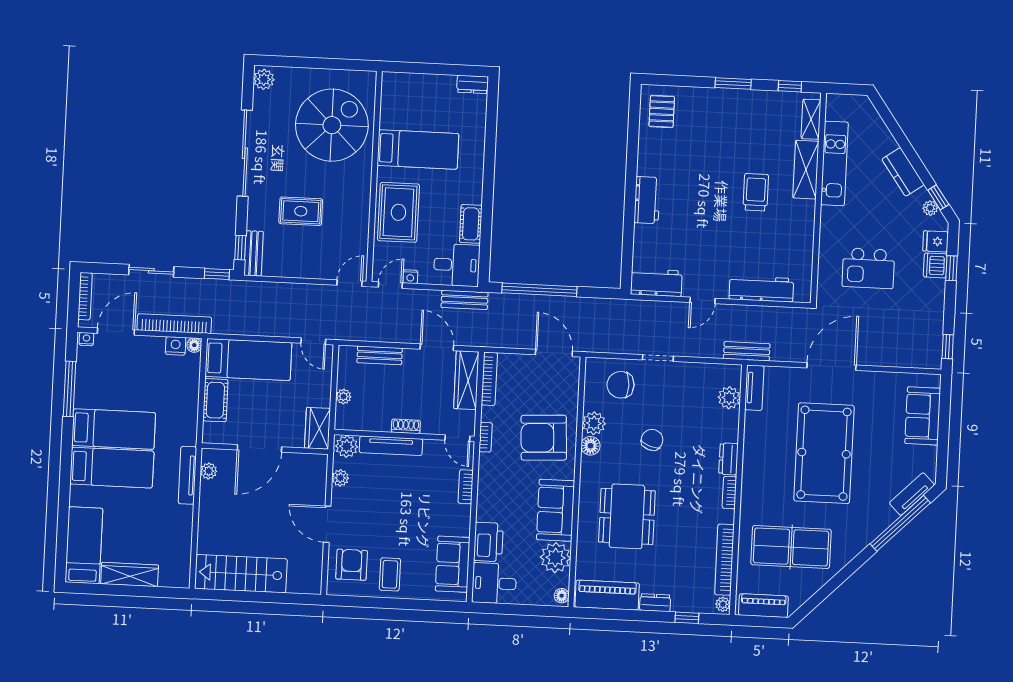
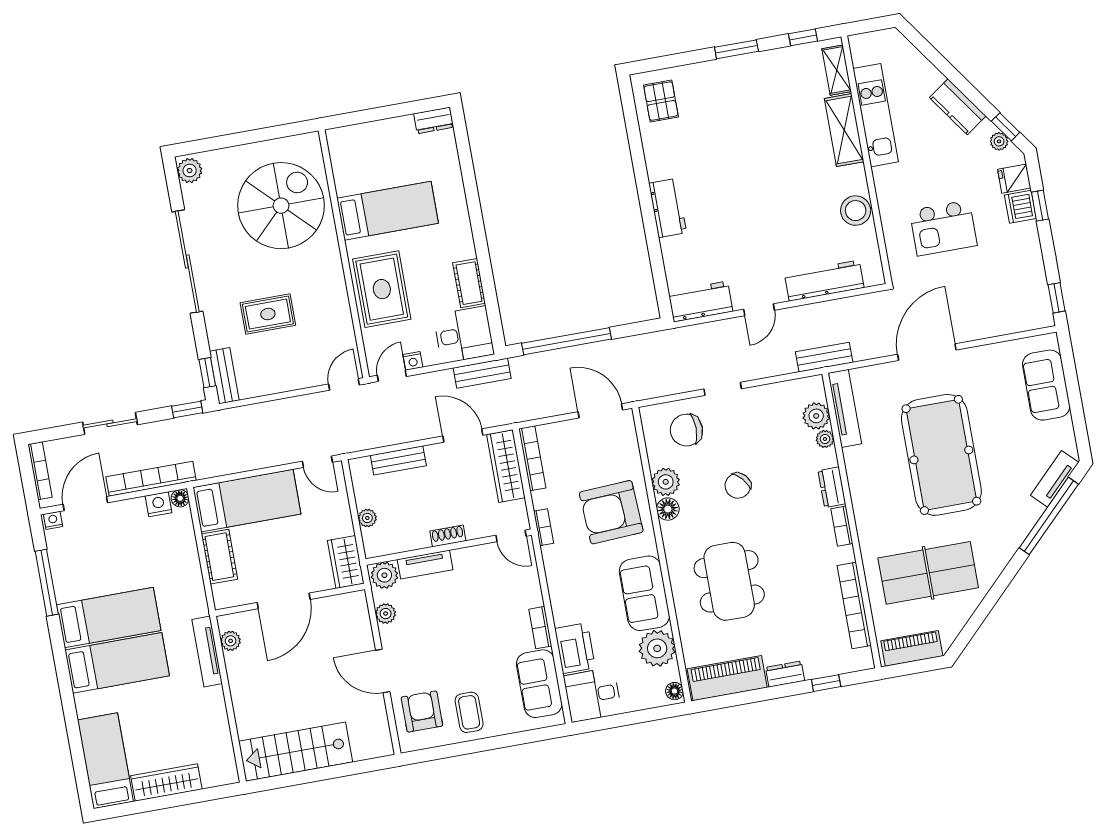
trolley: (756, 192) -> (792, 170), removed
stool: (800, 238) -> (856, 211), added
tv unit: (754, 388) -> (845, 408), width x1.41
chair: (652, 440) -> (738, 486), turned -150
tv unit: (391, 446) -> (425, 564), width x0.71
bookcase: (466, 487) -> (540, 628), moved
plant: (723, 604) -> (825, 439), moved

